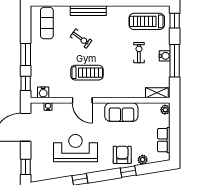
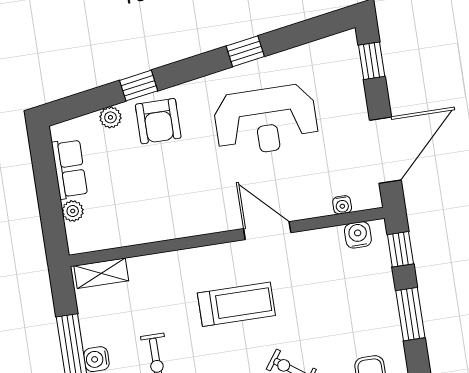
treadmill: (87, 73) -> (236, 304), moved, turned 180
plant: (165, 110) -> (73, 211), moved
sofa: (121, 112) -> (175, 217), removed

